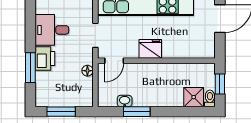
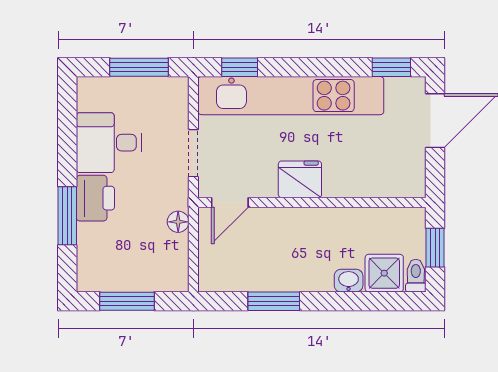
washbasin: (125, 101) -> (349, 281), moved

